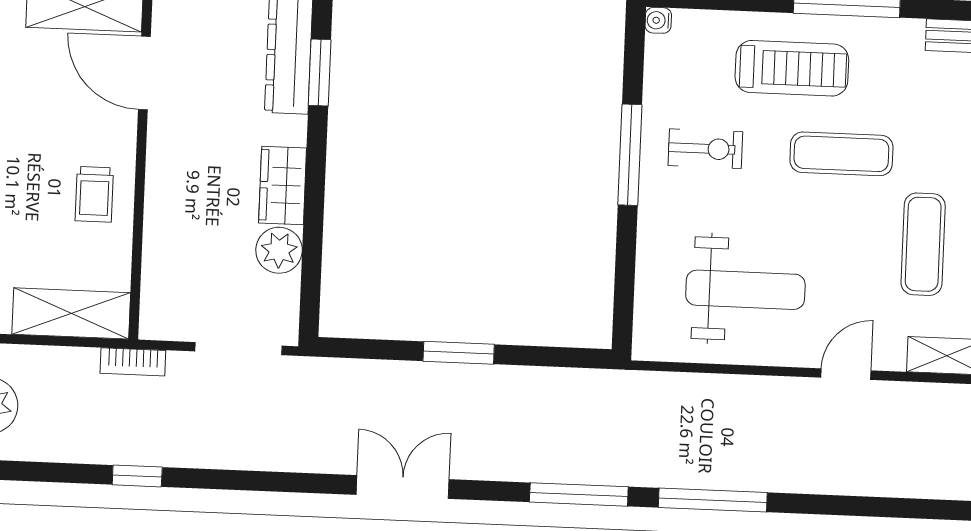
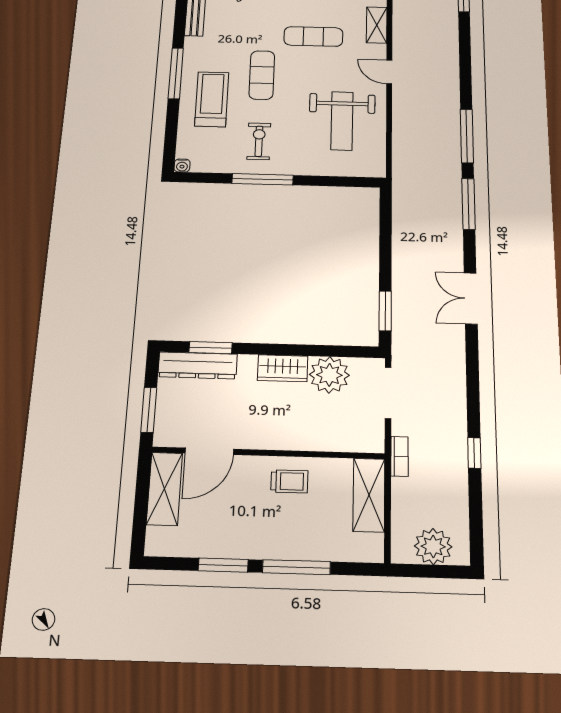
plant: (279, 250) -> (329, 375), width x1.36, depth x1.36
weight bench: (745, 290) -> (342, 121), turned 180
window: (459, 353) -> (385, 311), moved

